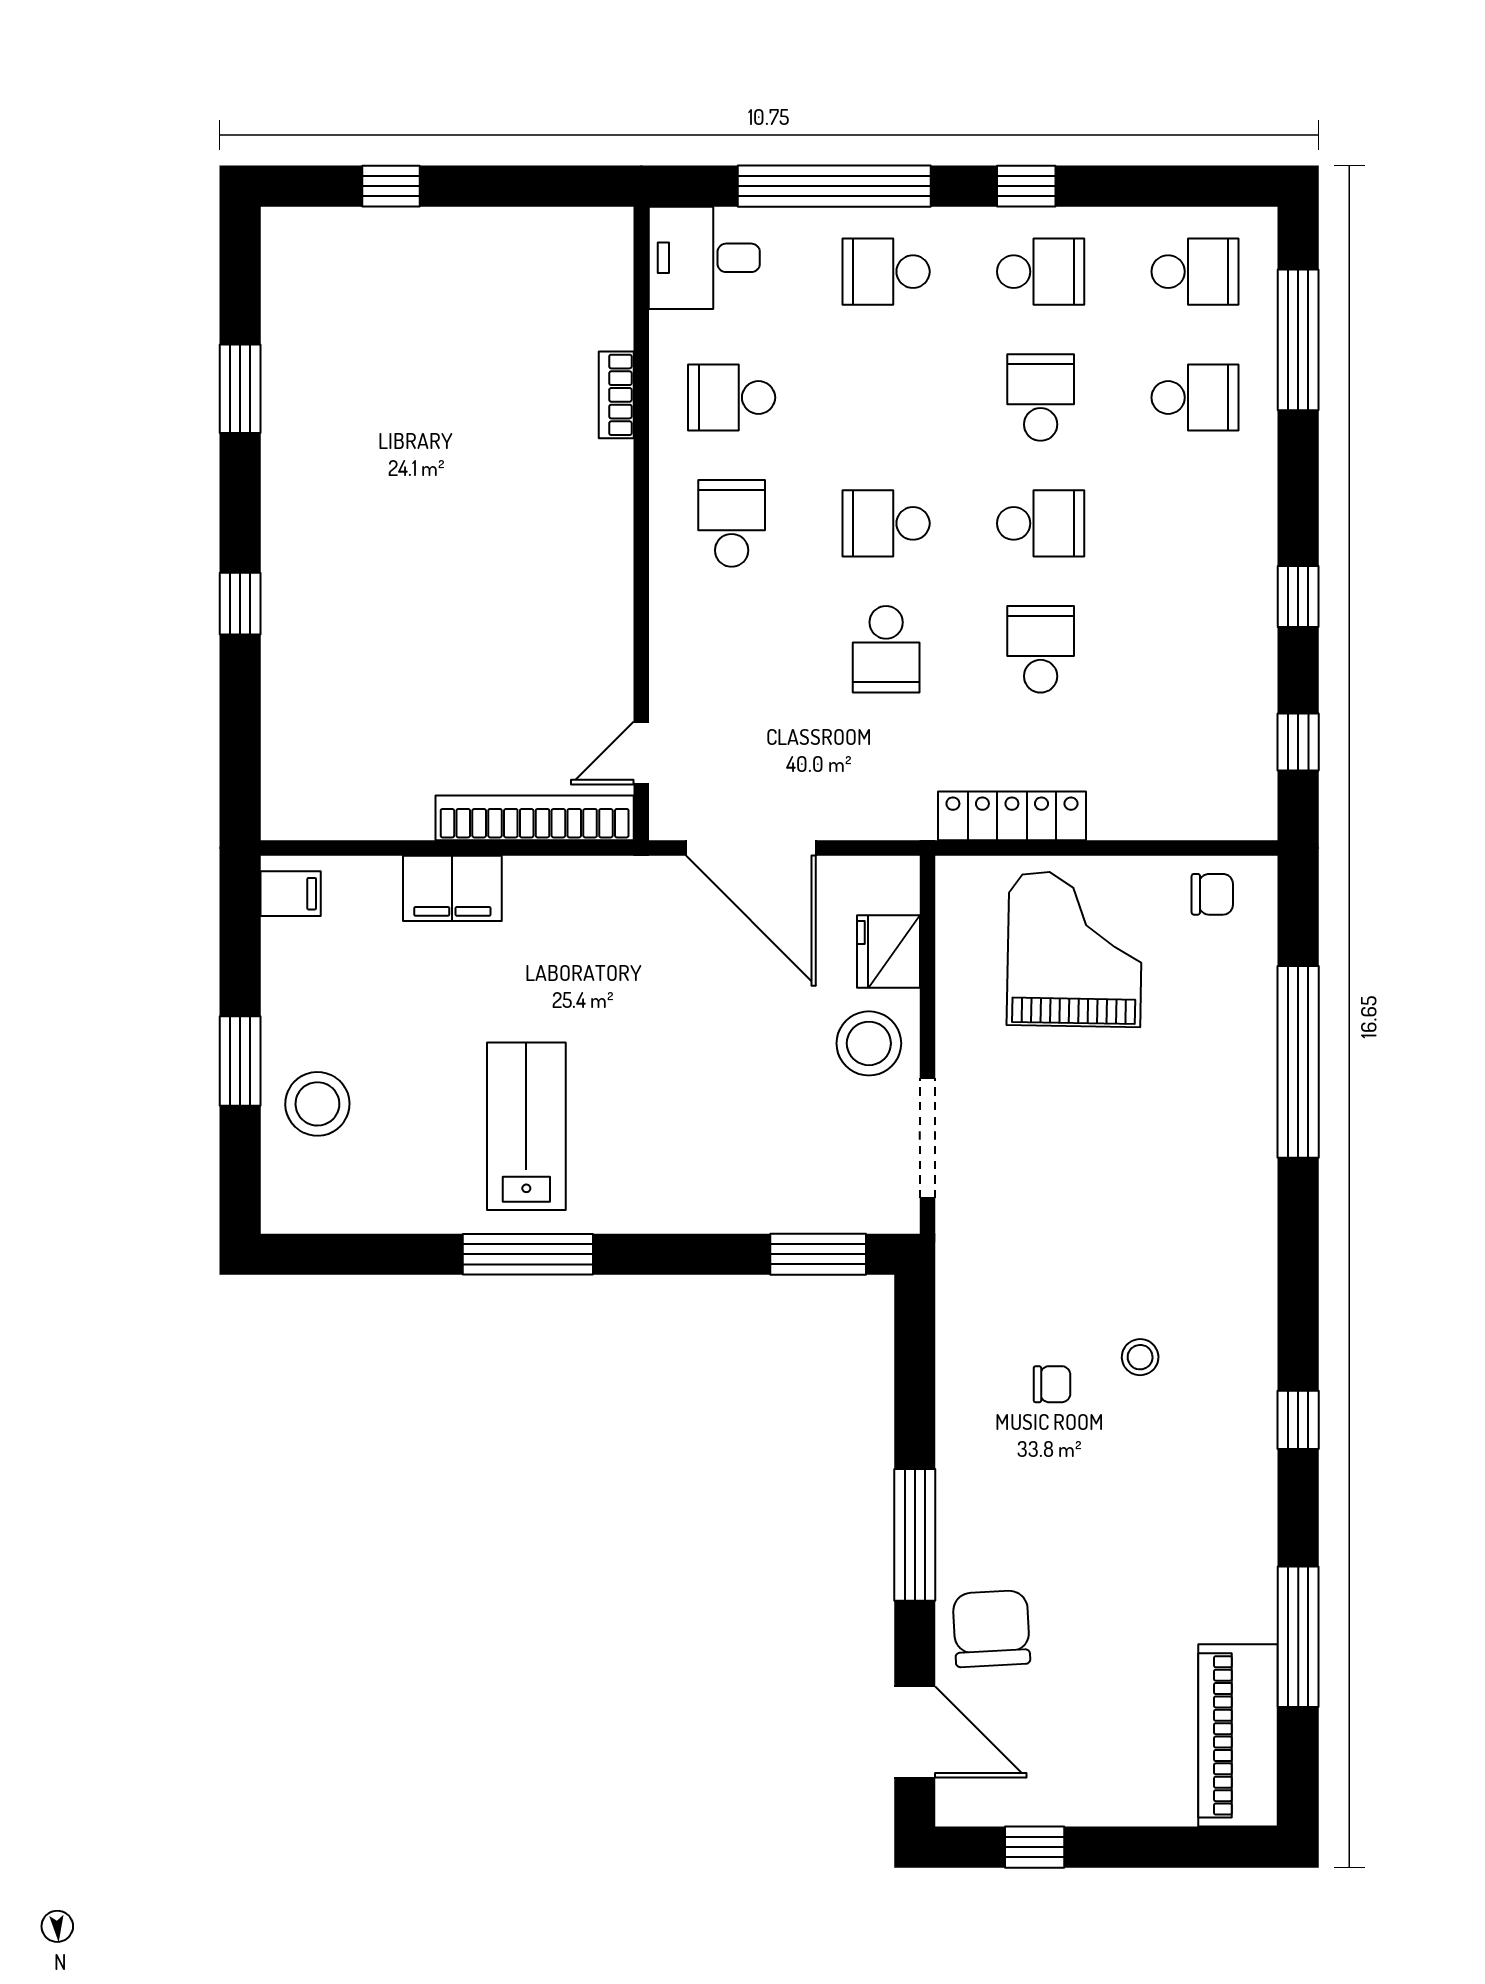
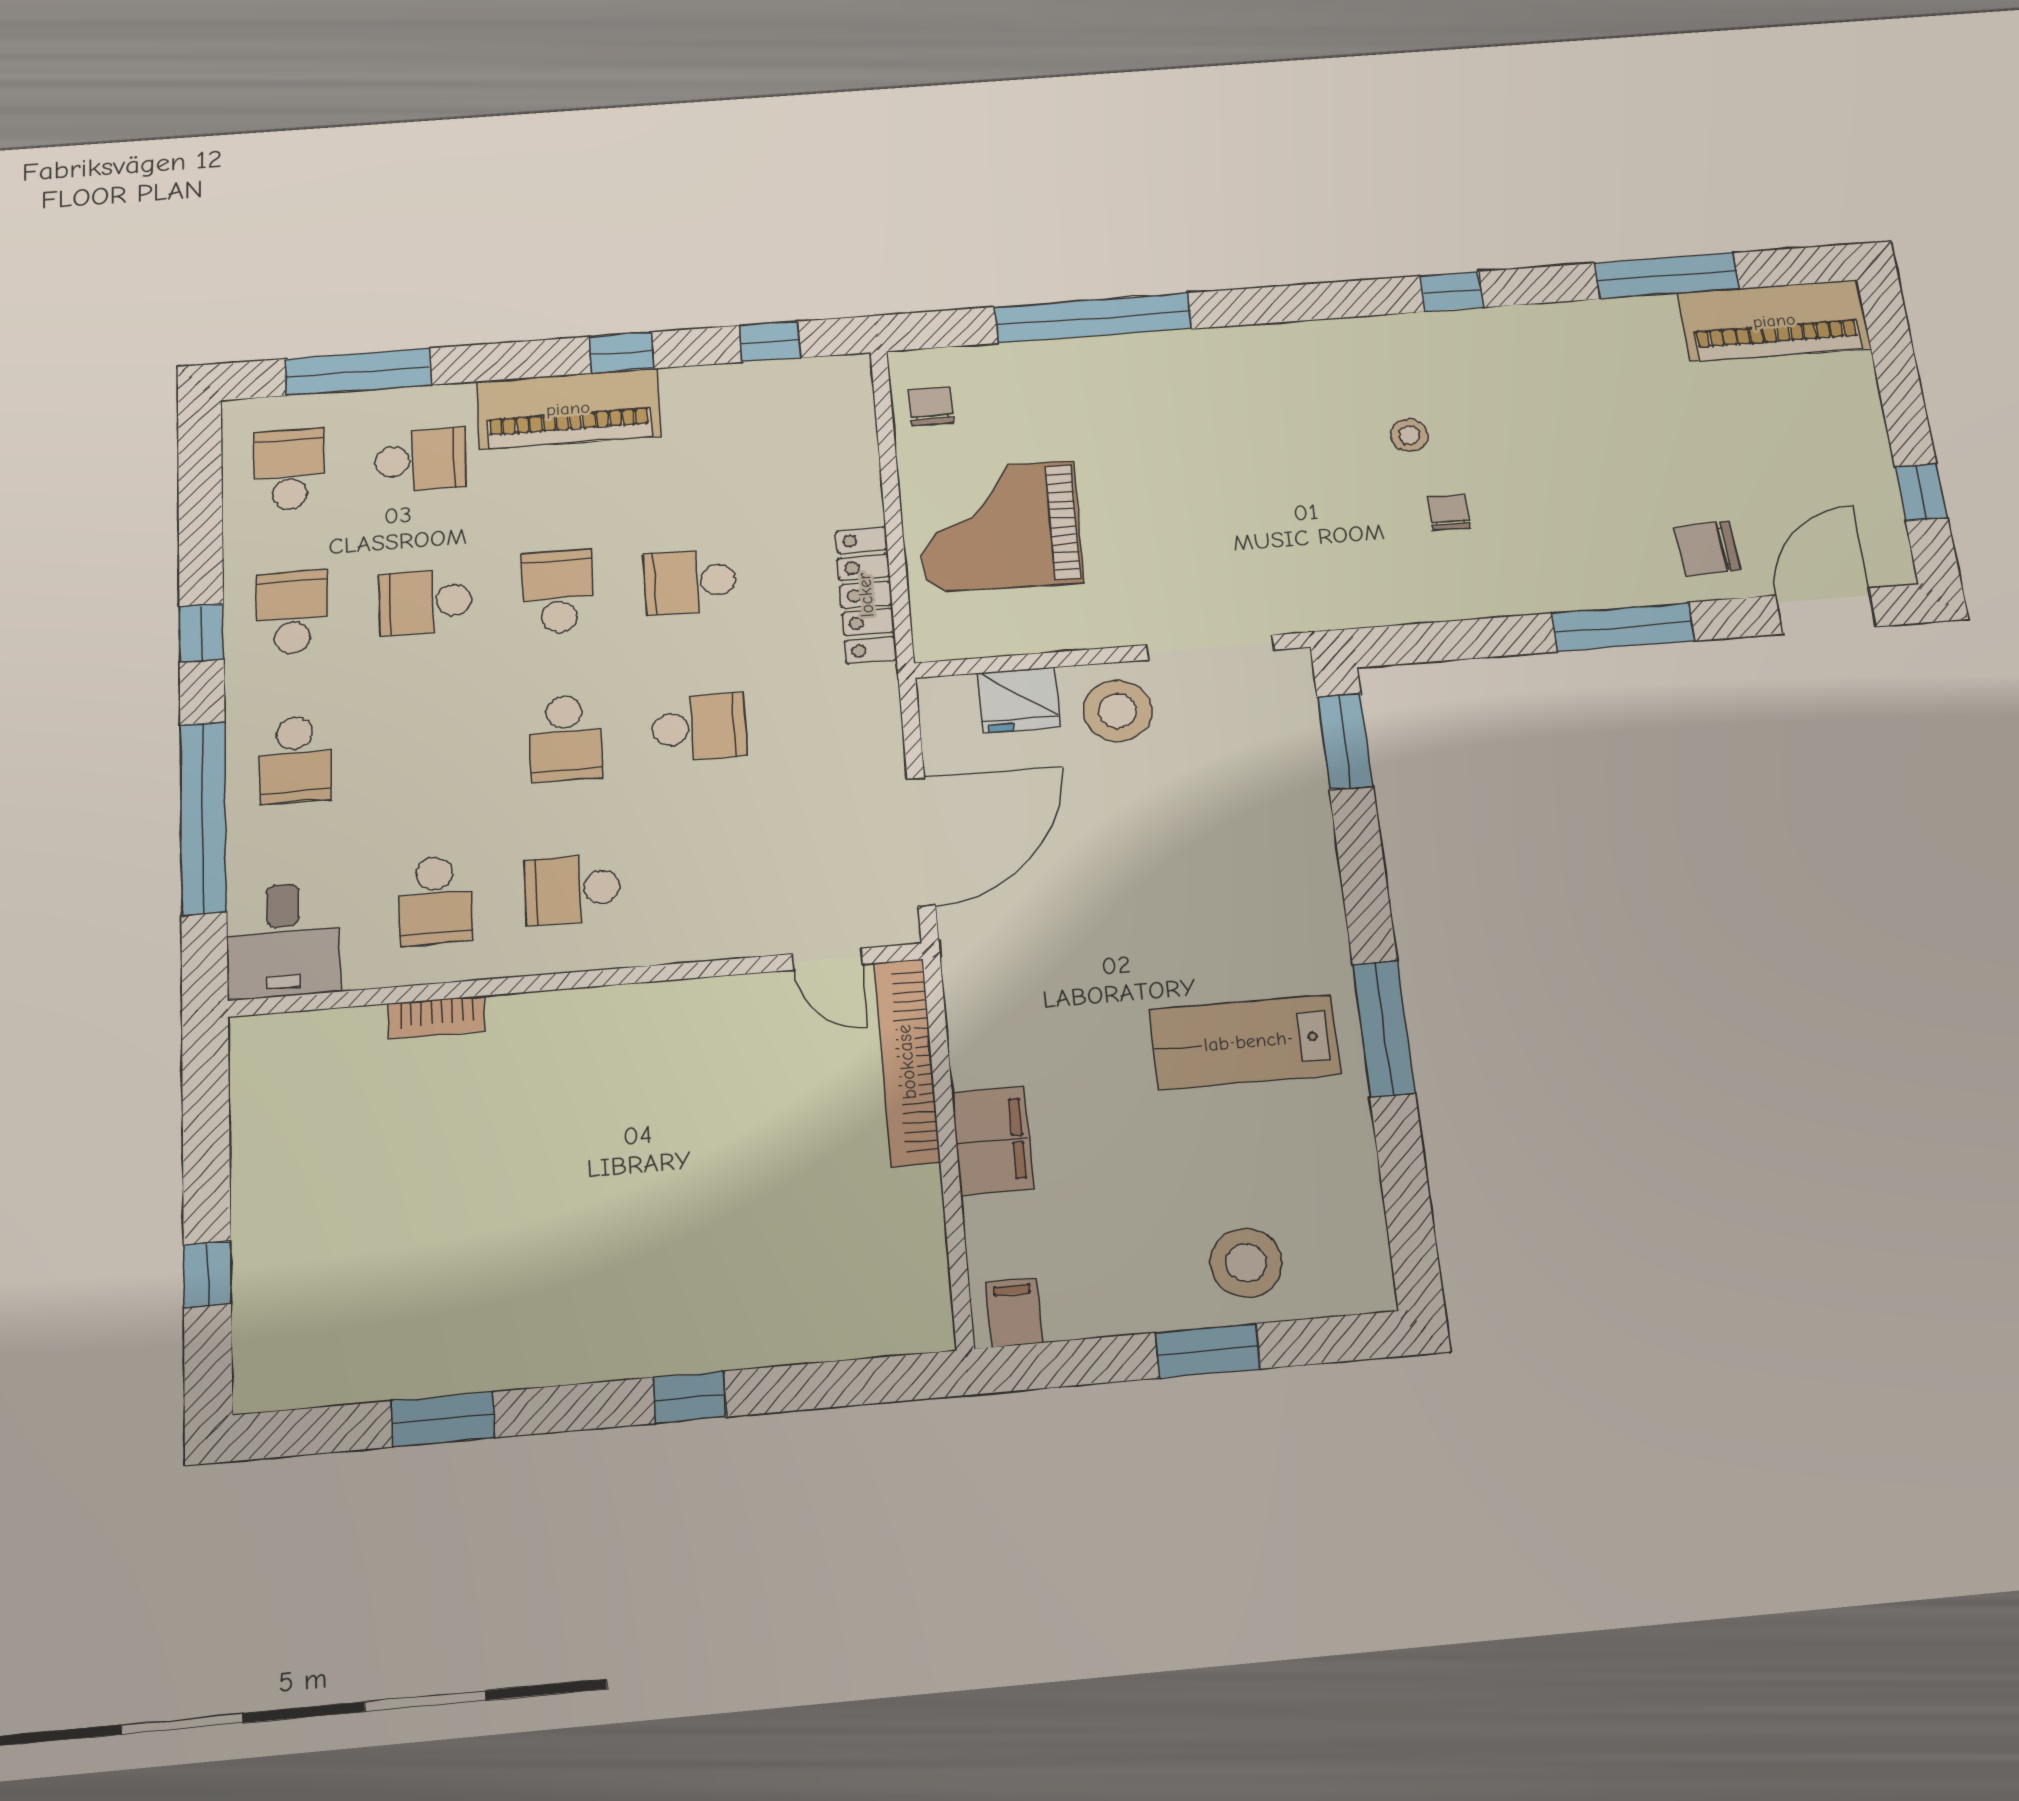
school desk: (1195, 398) -> (420, 460), turned 90
piano: (1240, 542) -> (568, 409), added
chair: (991, 1629) -> (1707, 549), width x0.73, depth x0.73

